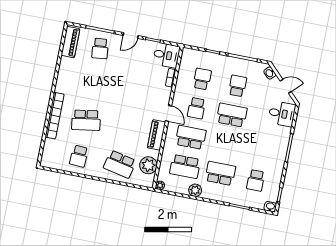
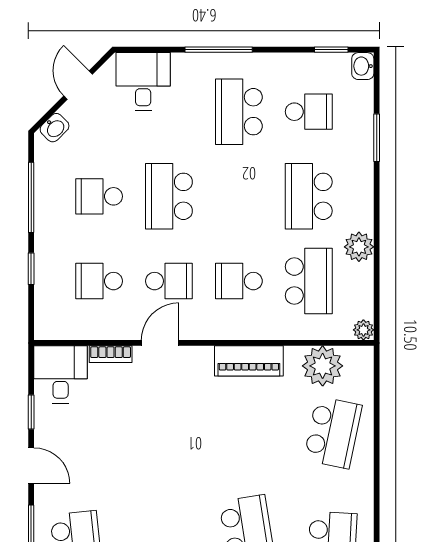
door: (169, 113) -> (160, 343), moved
school desk: (191, 137) -> (239, 281), width x0.54
school desk: (261, 151) -> (239, 112), added

